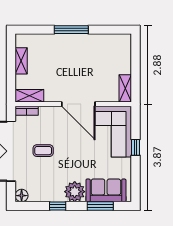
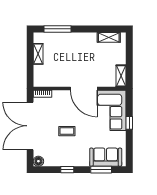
window: (71, 30) -> (57, 29), moved
shelving: (29, 96) -> (109, 37), moved
coffee table: (43, 151) -> (67, 131), moved
plant: (75, 192) -> (81, 158), removed

